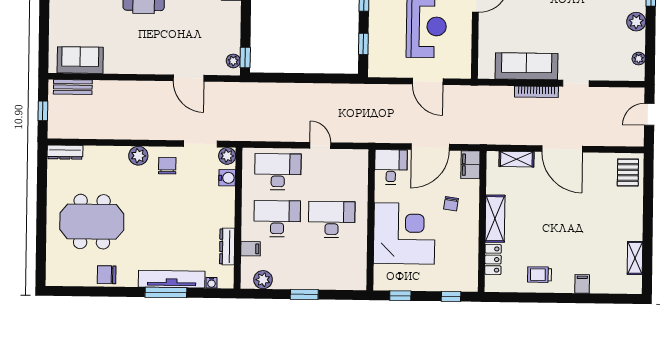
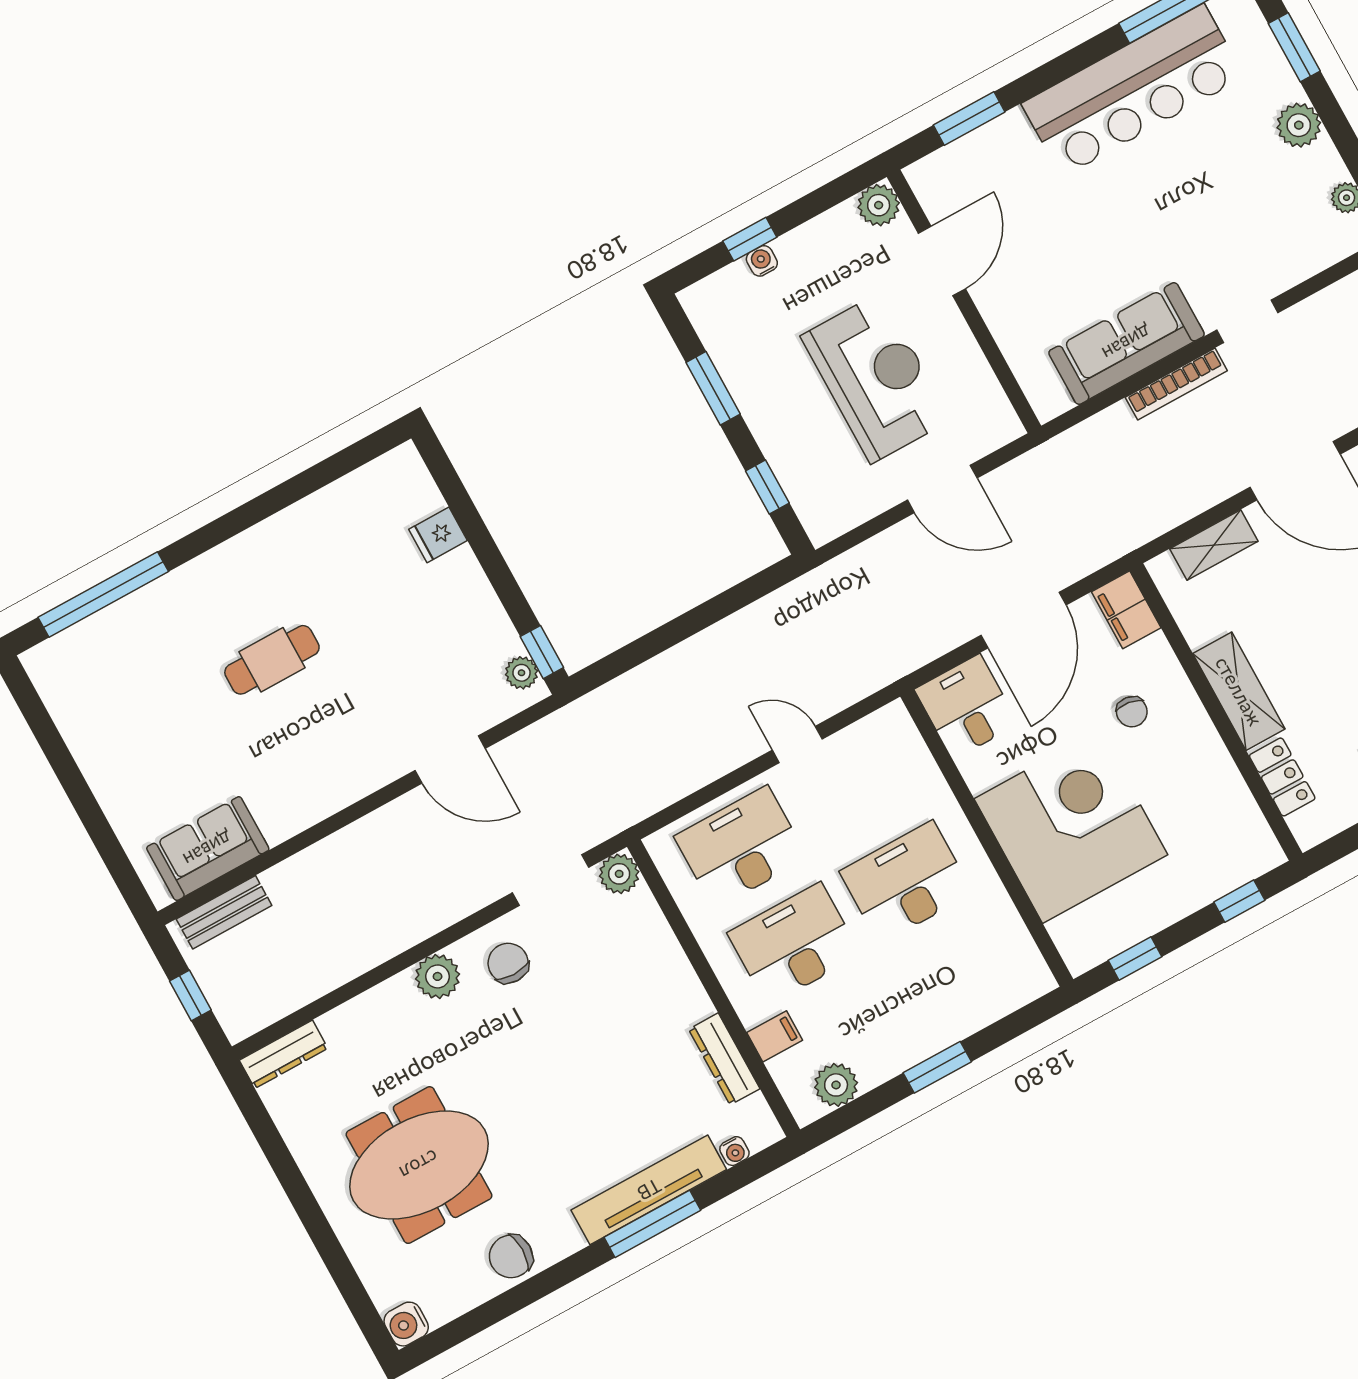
water cooler: (227, 178) -> (406, 1324), moved, turned 180

